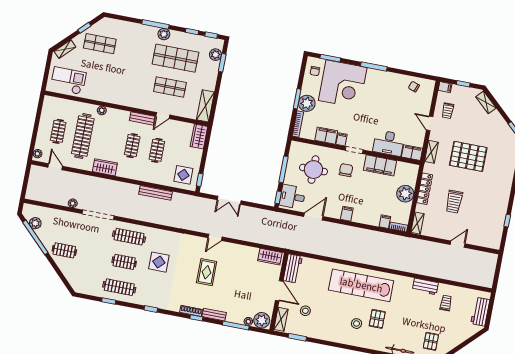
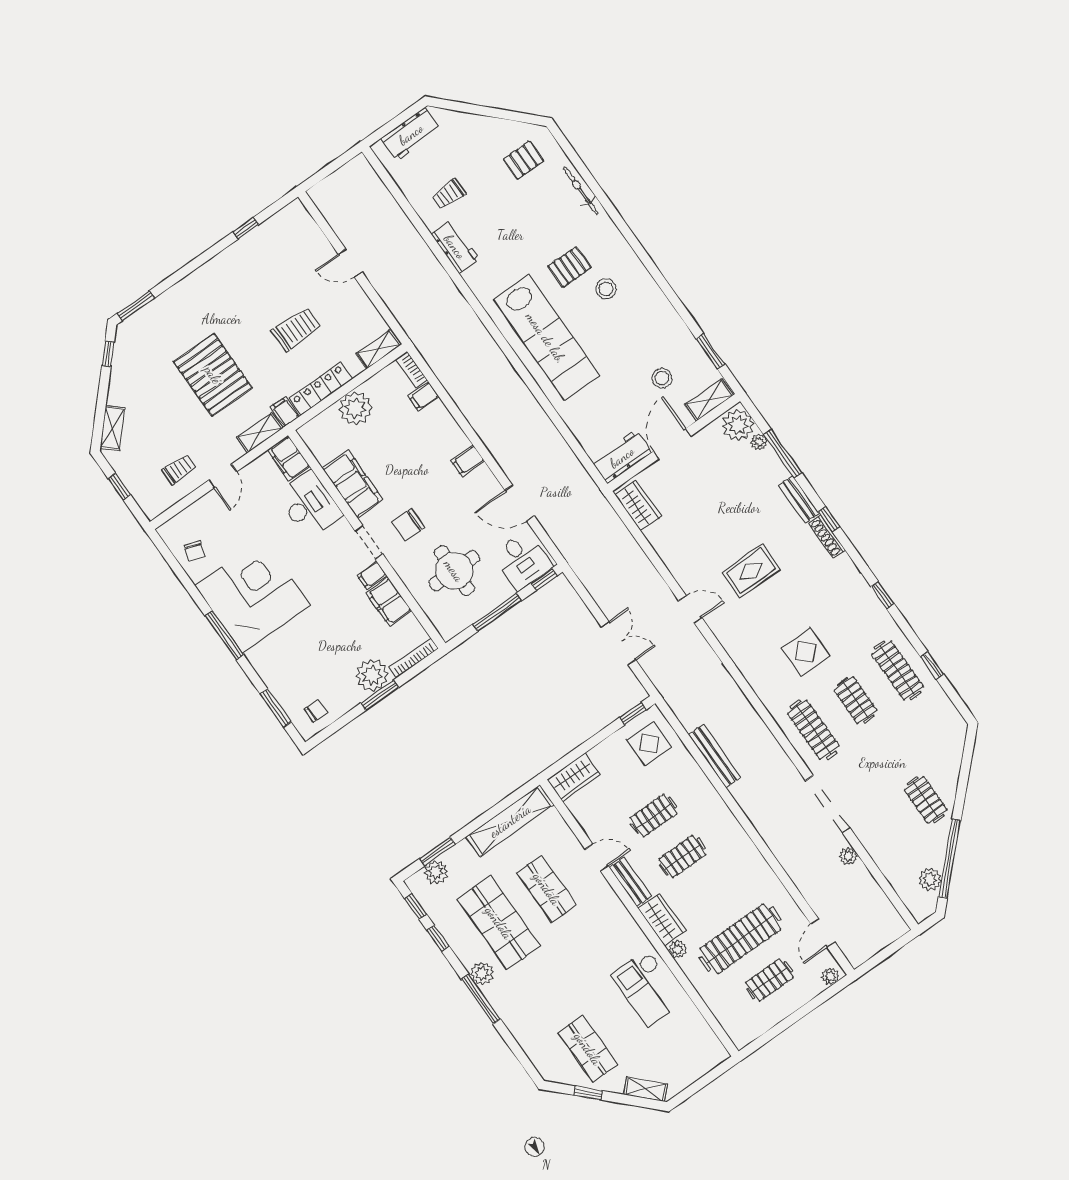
checkout: (68, 81) -> (648, 988), moved
corner desk: (343, 84) -> (253, 595), moved
filing cabinet: (445, 87) -> (285, 412), moved
shelving: (205, 106) -> (510, 821), width x1.47
wardrobe: (105, 167) -> (662, 919), moved, turned 180

